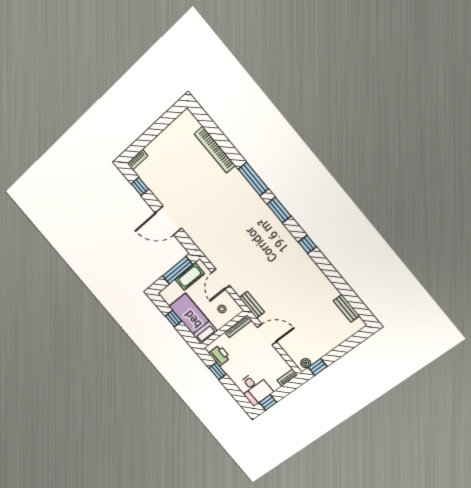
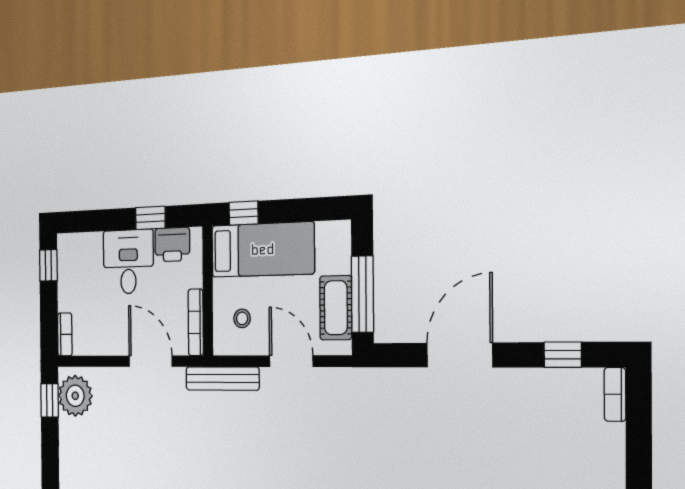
bench: (252, 305) -> (222, 378), width x1.36
window: (173, 319) -> (244, 213), moved
door: (267, 334) -> (150, 361), swing flipped
plant: (306, 363) -> (75, 396), width x1.87, depth x1.87
desk: (255, 389) -> (128, 262), moved, turned 90

